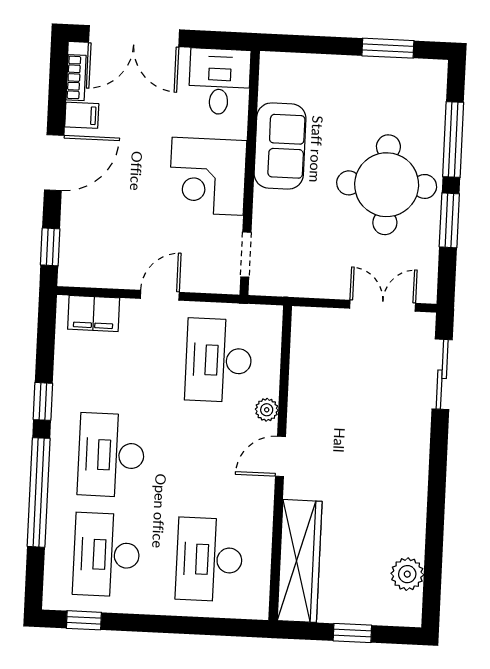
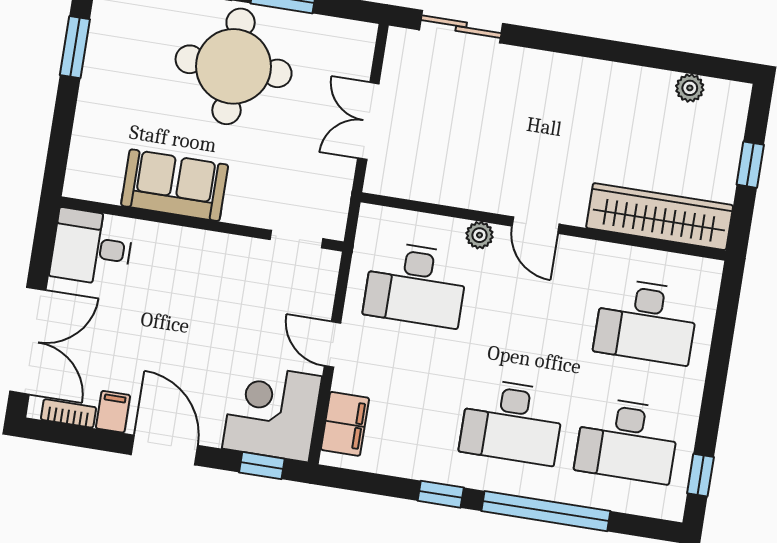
corner desk: (208, 176) -> (272, 412), moved, turned 180
double door: (383, 306) -> (368, 121), moved
plant: (407, 574) -> (690, 88), width x0.73, depth x0.73

